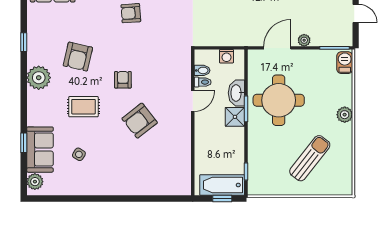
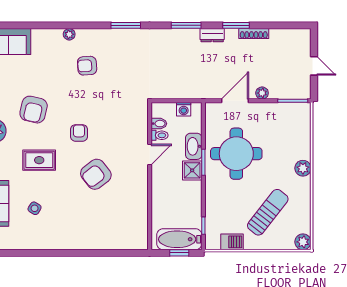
barbecue: (345, 63) -> (232, 242), moved, turned 90
plant: (345, 188) -> (303, 242), added

